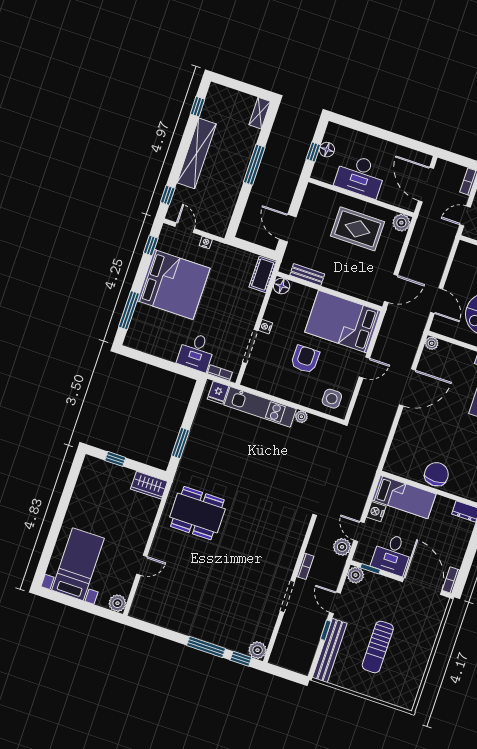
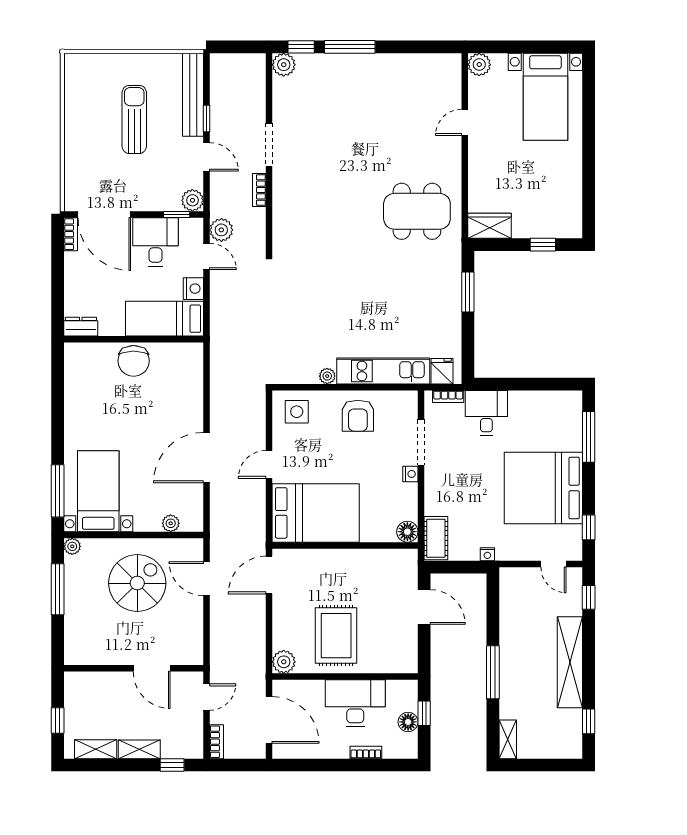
bookcase: (364, 138) -> (366, 752), added
rug: (358, 229) -> (336, 636), turned 90
nightstand: (206, 242) -> (487, 554), moved
bench: (307, 275) -> (380, 557), removed
plant: (432, 343) -> (171, 523), moved
armchair: (305, 359) -> (358, 416), moved

